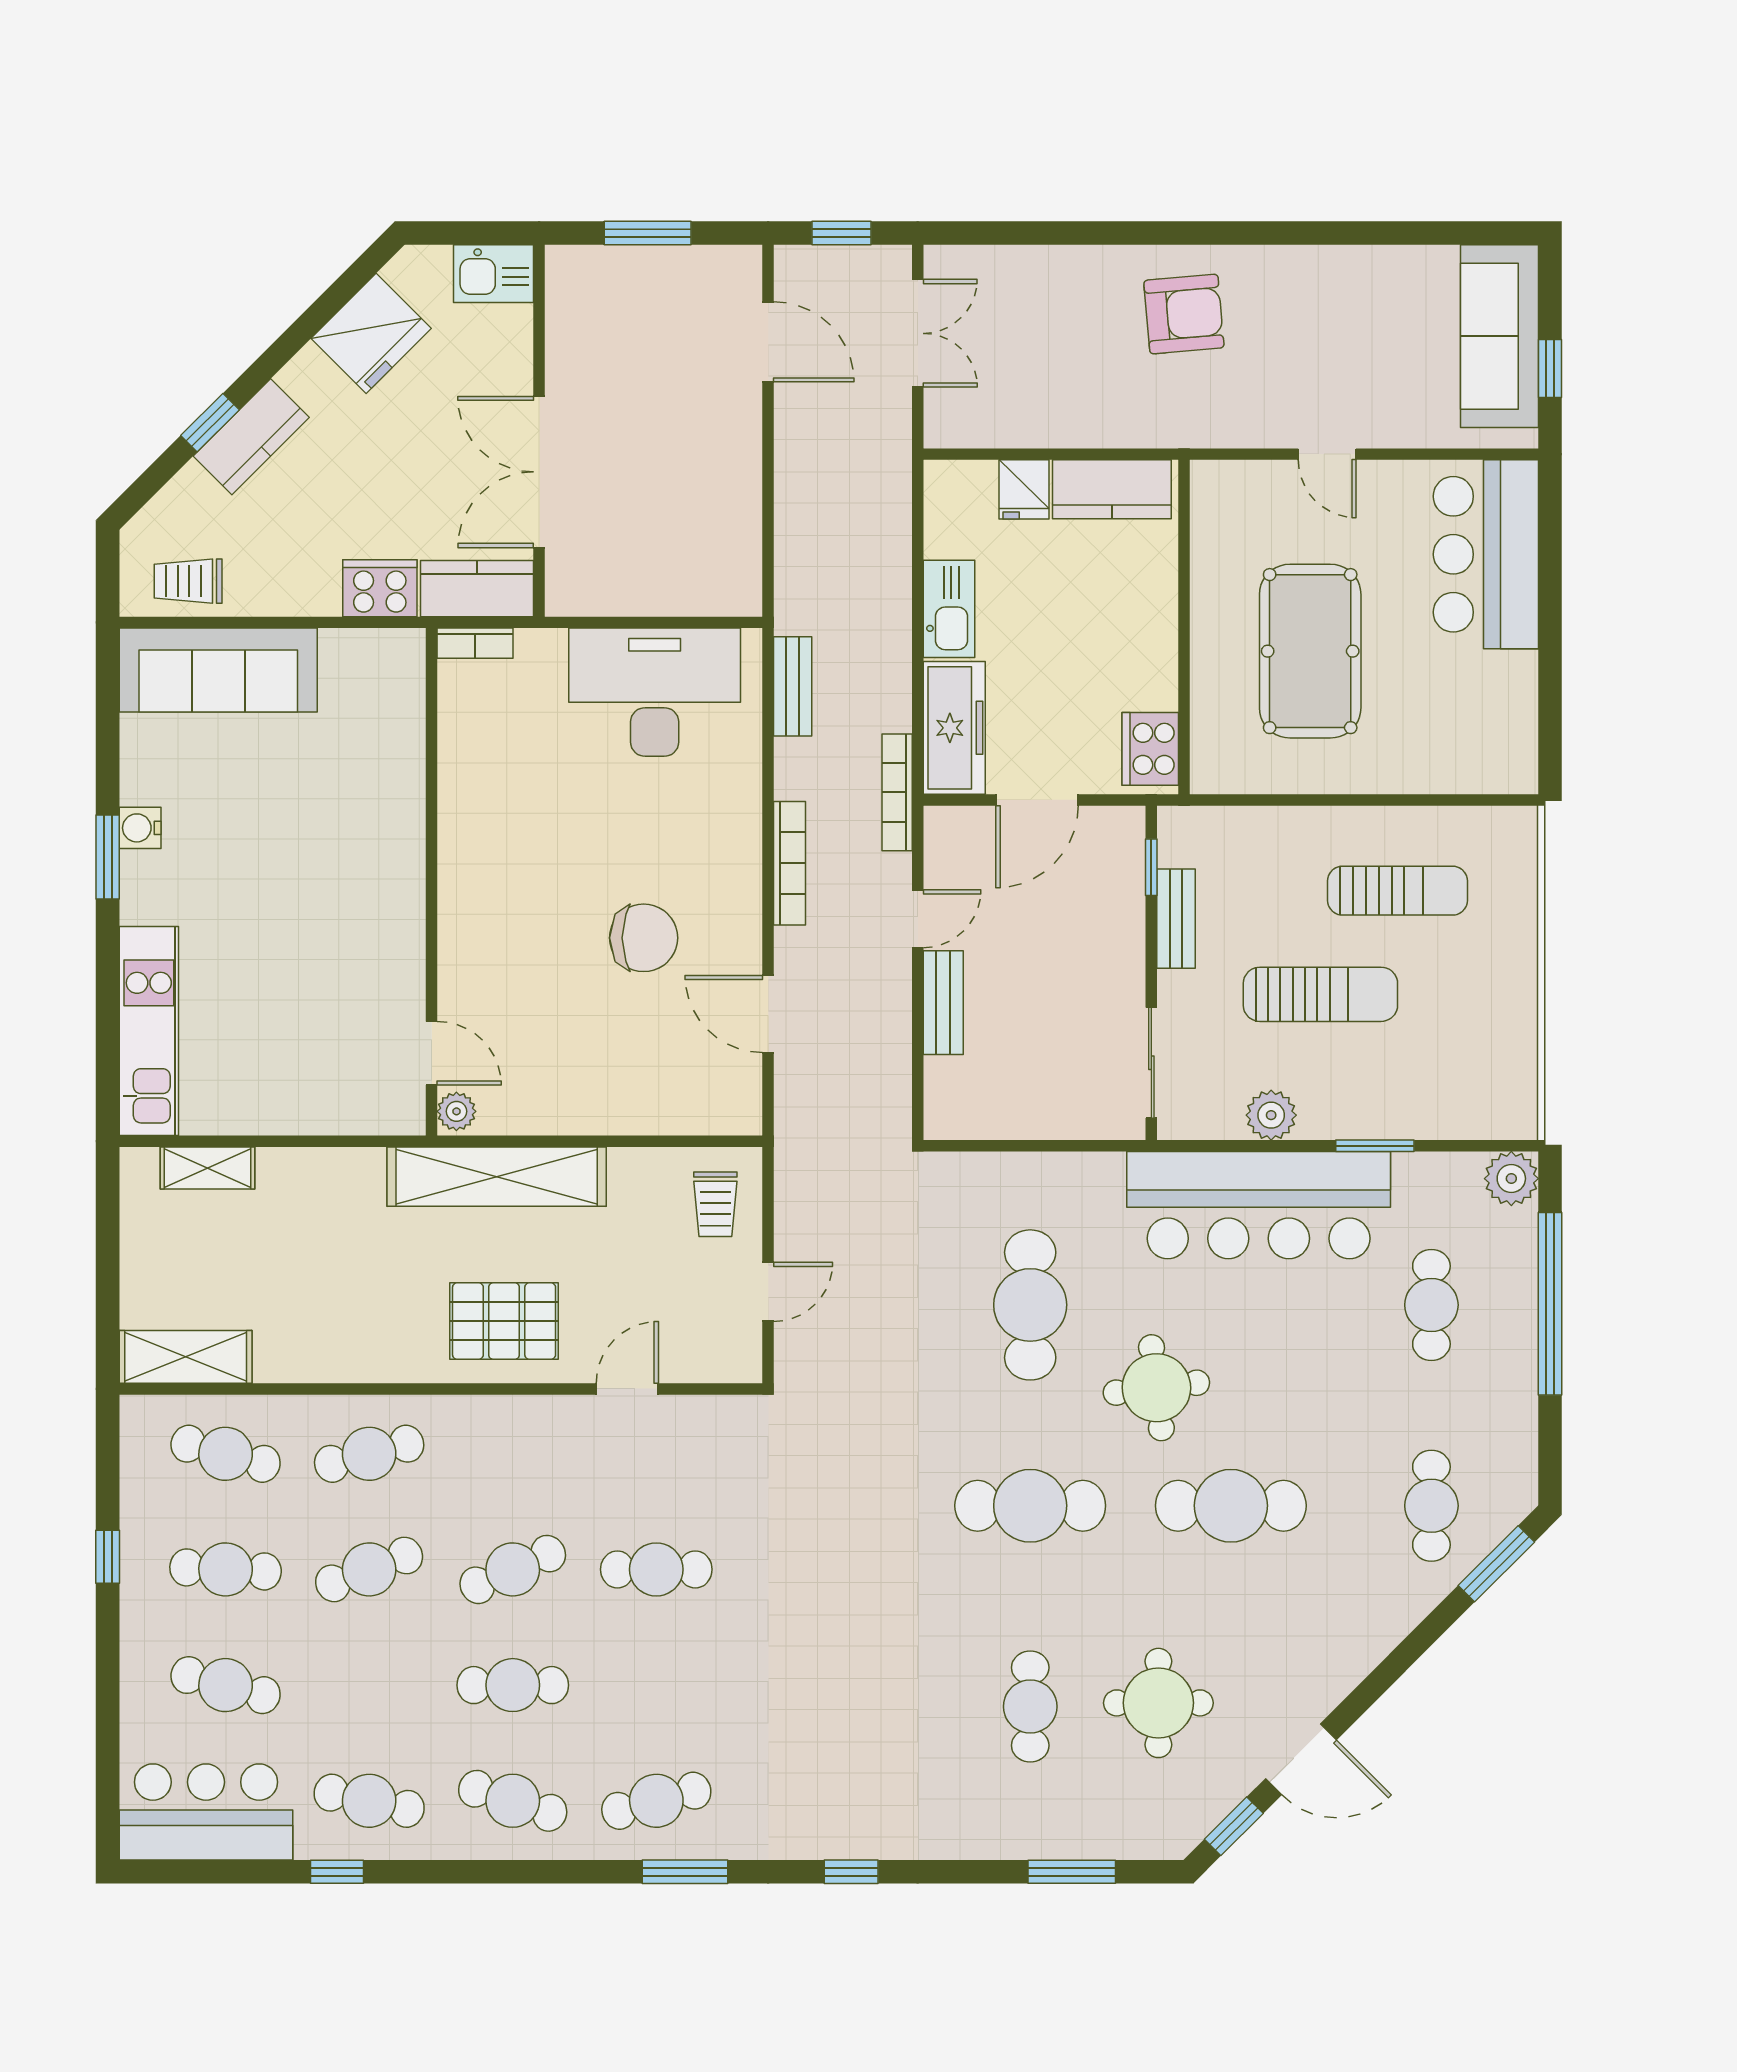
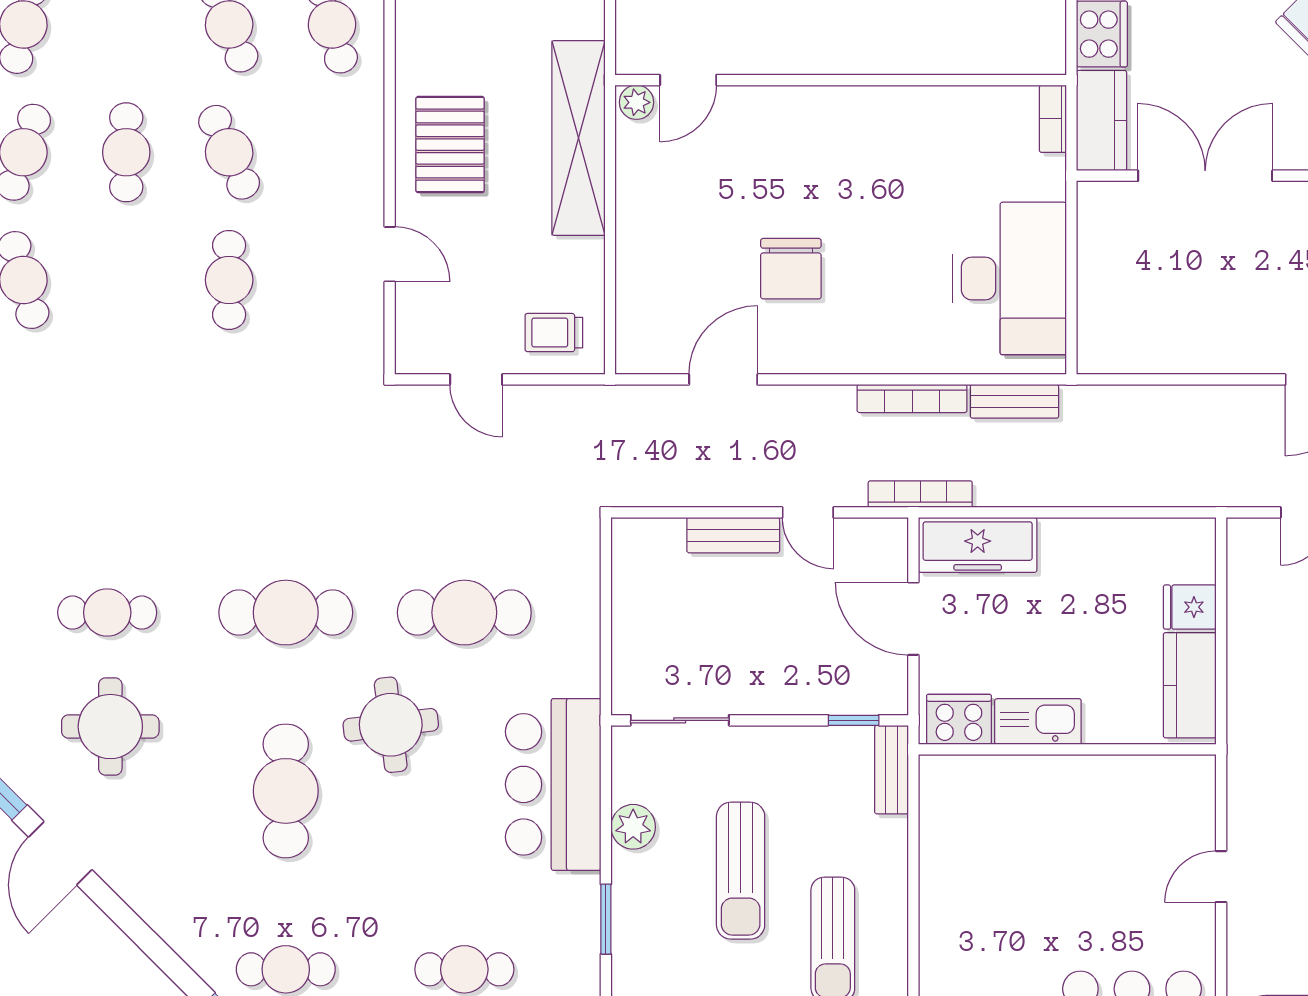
kitchen sink: (949, 609) -> (1038, 722), moved, turned 180
pool table: (1310, 651) -> (1046, 862), removed
bookcase: (790, 863) -> (912, 398), moved
bench: (1176, 919) -> (892, 770), moved, turned 90
bar counter: (1259, 1205) -> (553, 784), width x0.73
cafe table: (1030, 1506) -> (286, 613), turned 90

